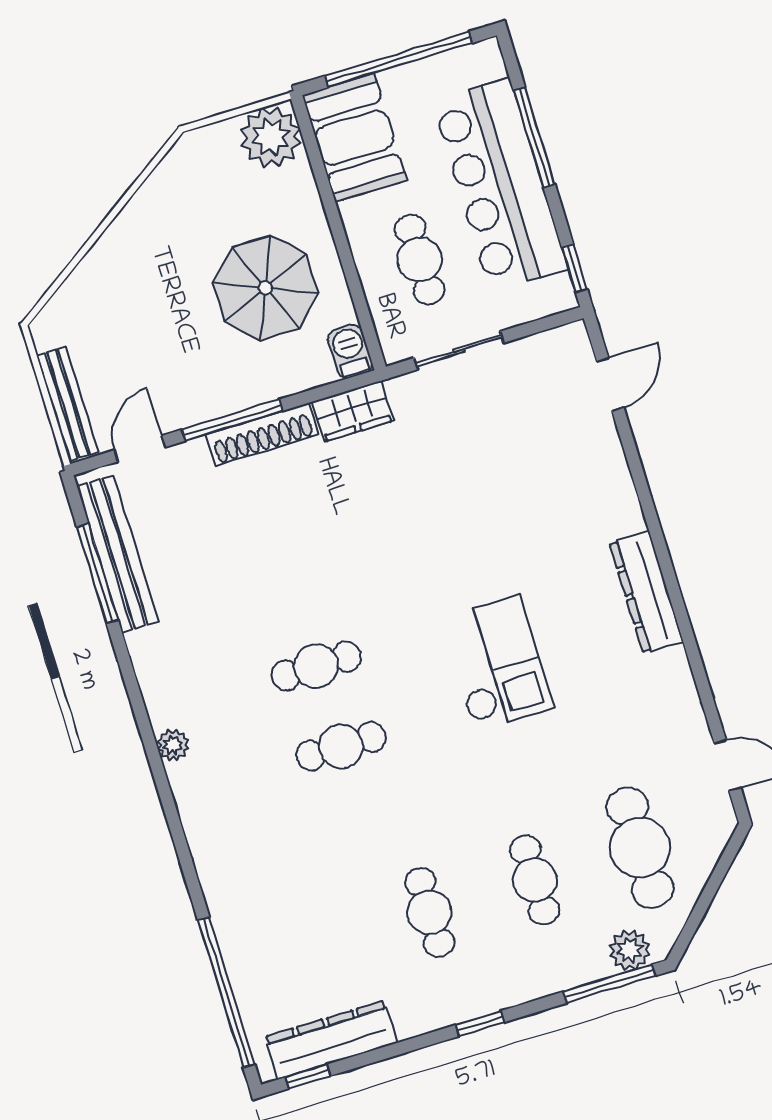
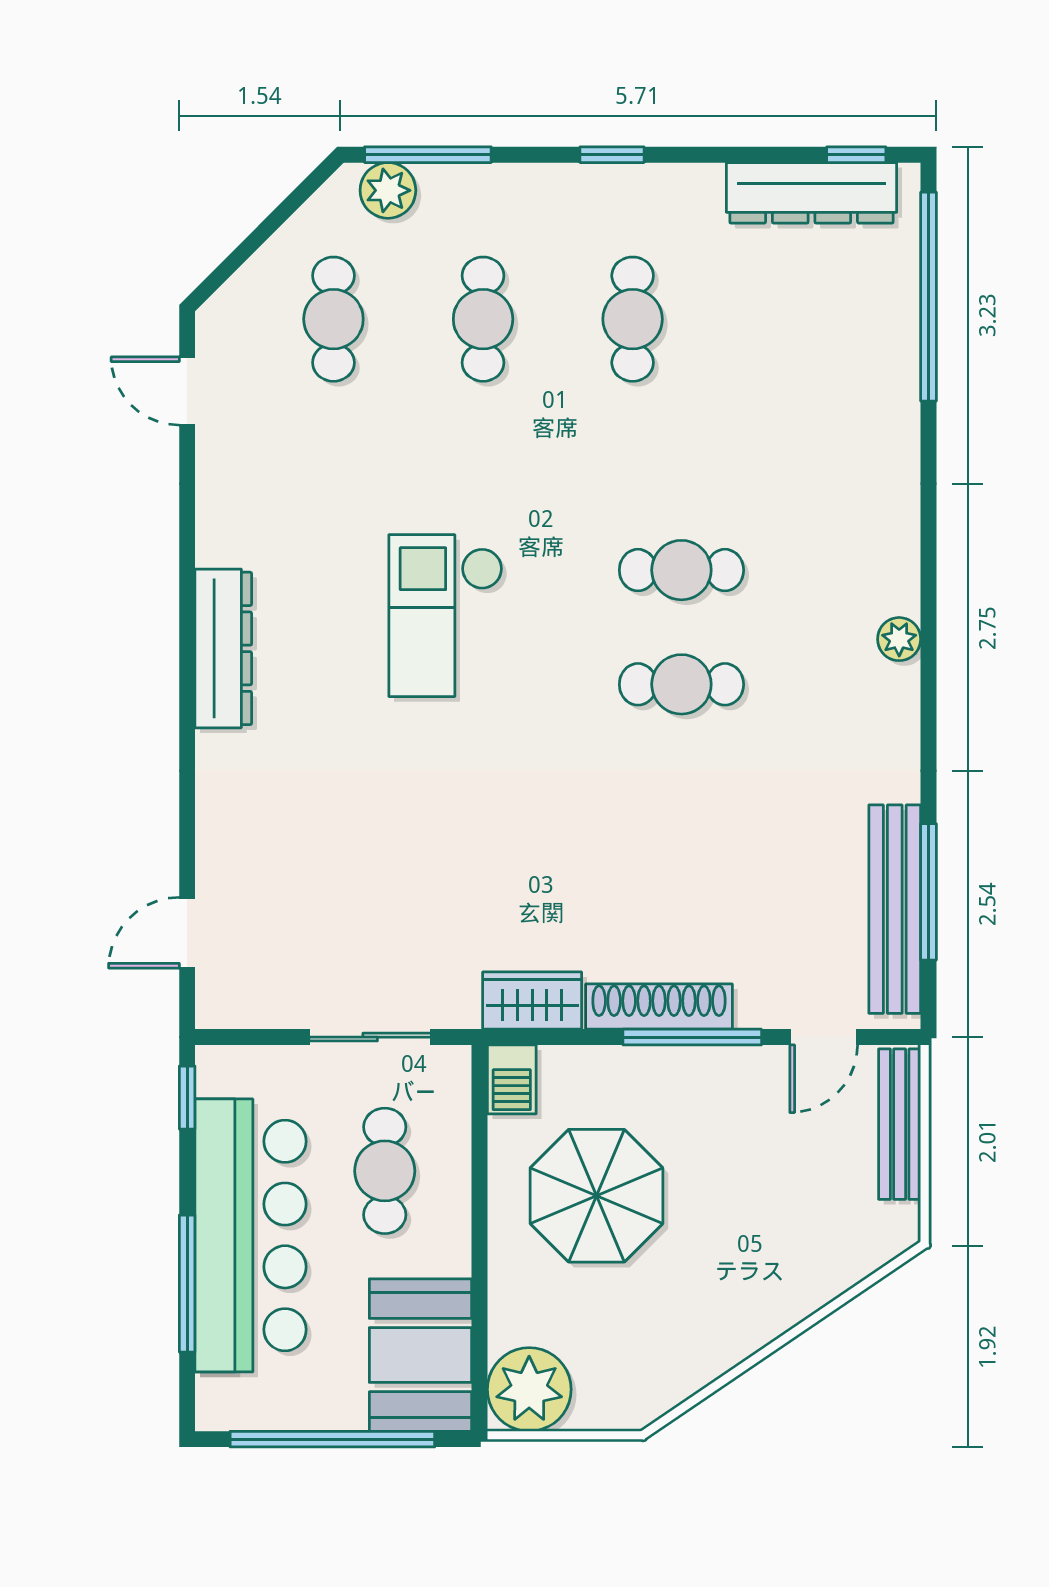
cafe table: (640, 848) -> (333, 319), width x0.73, depth x0.74

